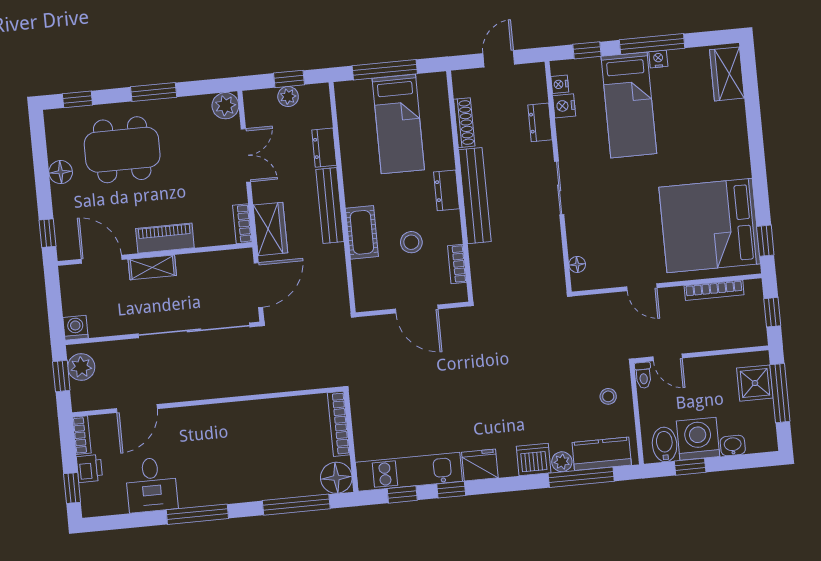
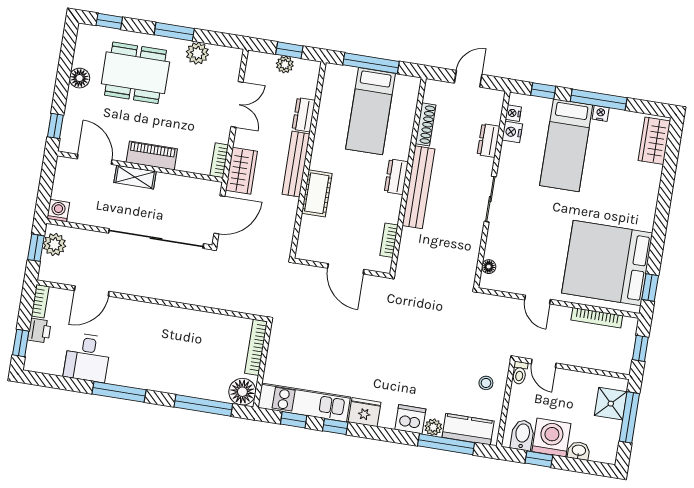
plant: (225, 106) -> (197, 53), moved
stool: (411, 242) -> (356, 212), removed

